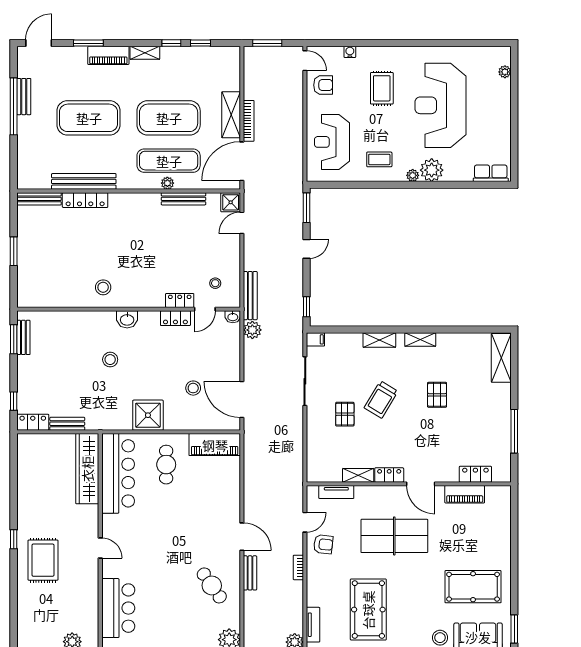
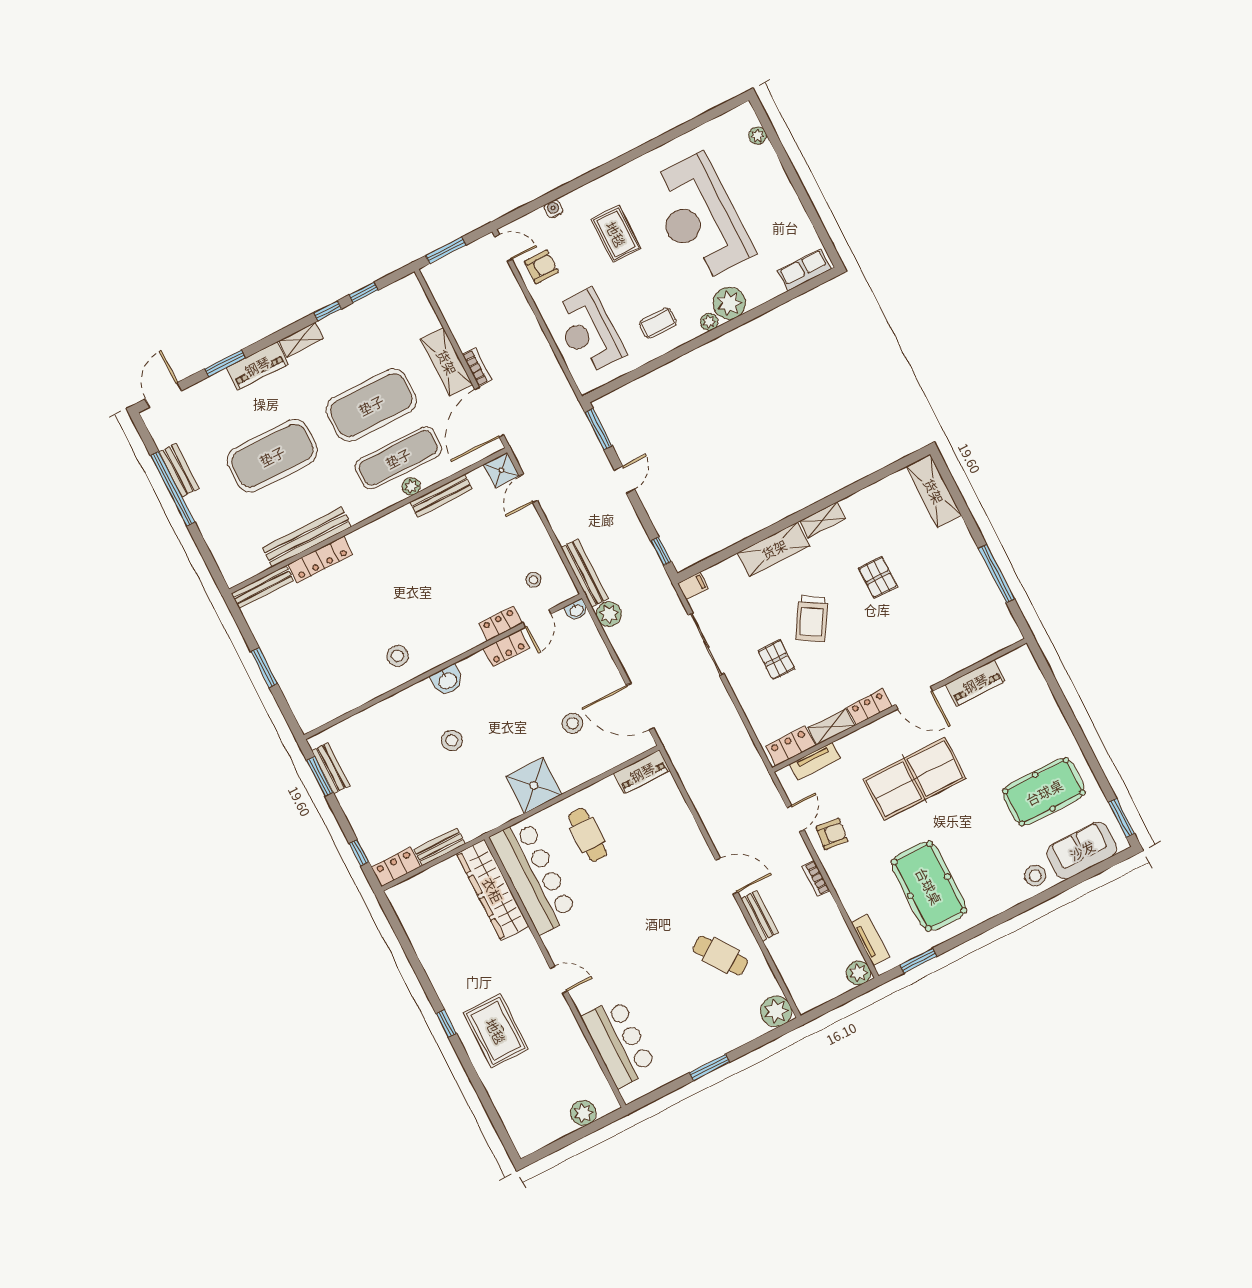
bookcase: (249, 121) -> (477, 367), width x0.64
shelving: (379, 340) -> (774, 549), width x1.50, depth x1.33
piano: (215, 445) -> (642, 772), width x0.73, depth x0.75
locker: (475, 474) -> (790, 746), moved

